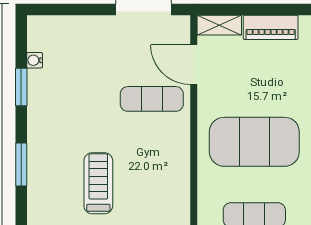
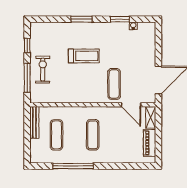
door: (194, 65) -> (131, 105), swing flipped
exercise mat: (254, 142) -> (93, 135), width x0.50, depth x0.69
treadmill: (98, 183) -> (84, 56), moved

